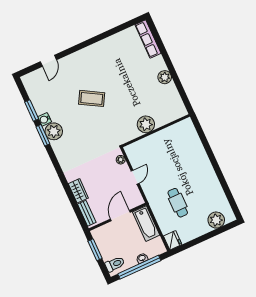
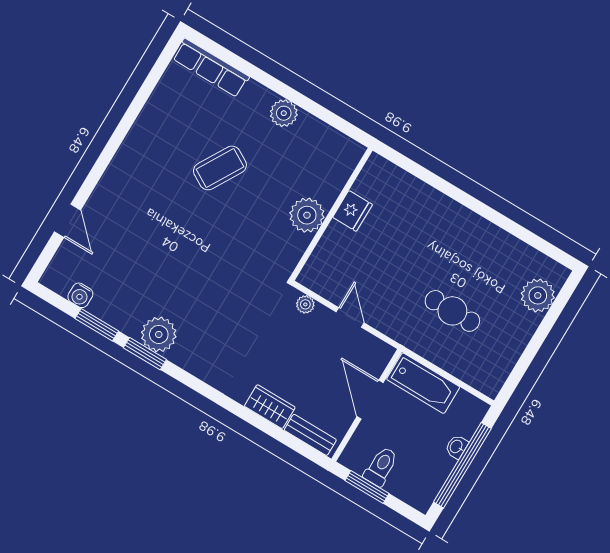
coffee table: (92, 98) -> (220, 168), moved
water cooler: (45, 119) -> (80, 295), moved
fridge: (173, 240) -> (353, 211), moved, turned 90
toilet: (115, 264) -> (381, 467), moved

